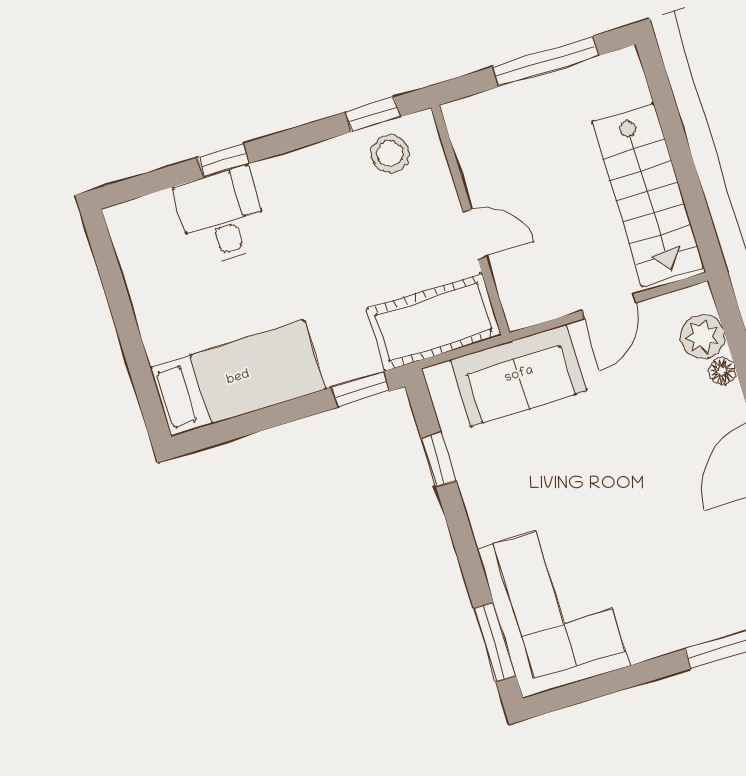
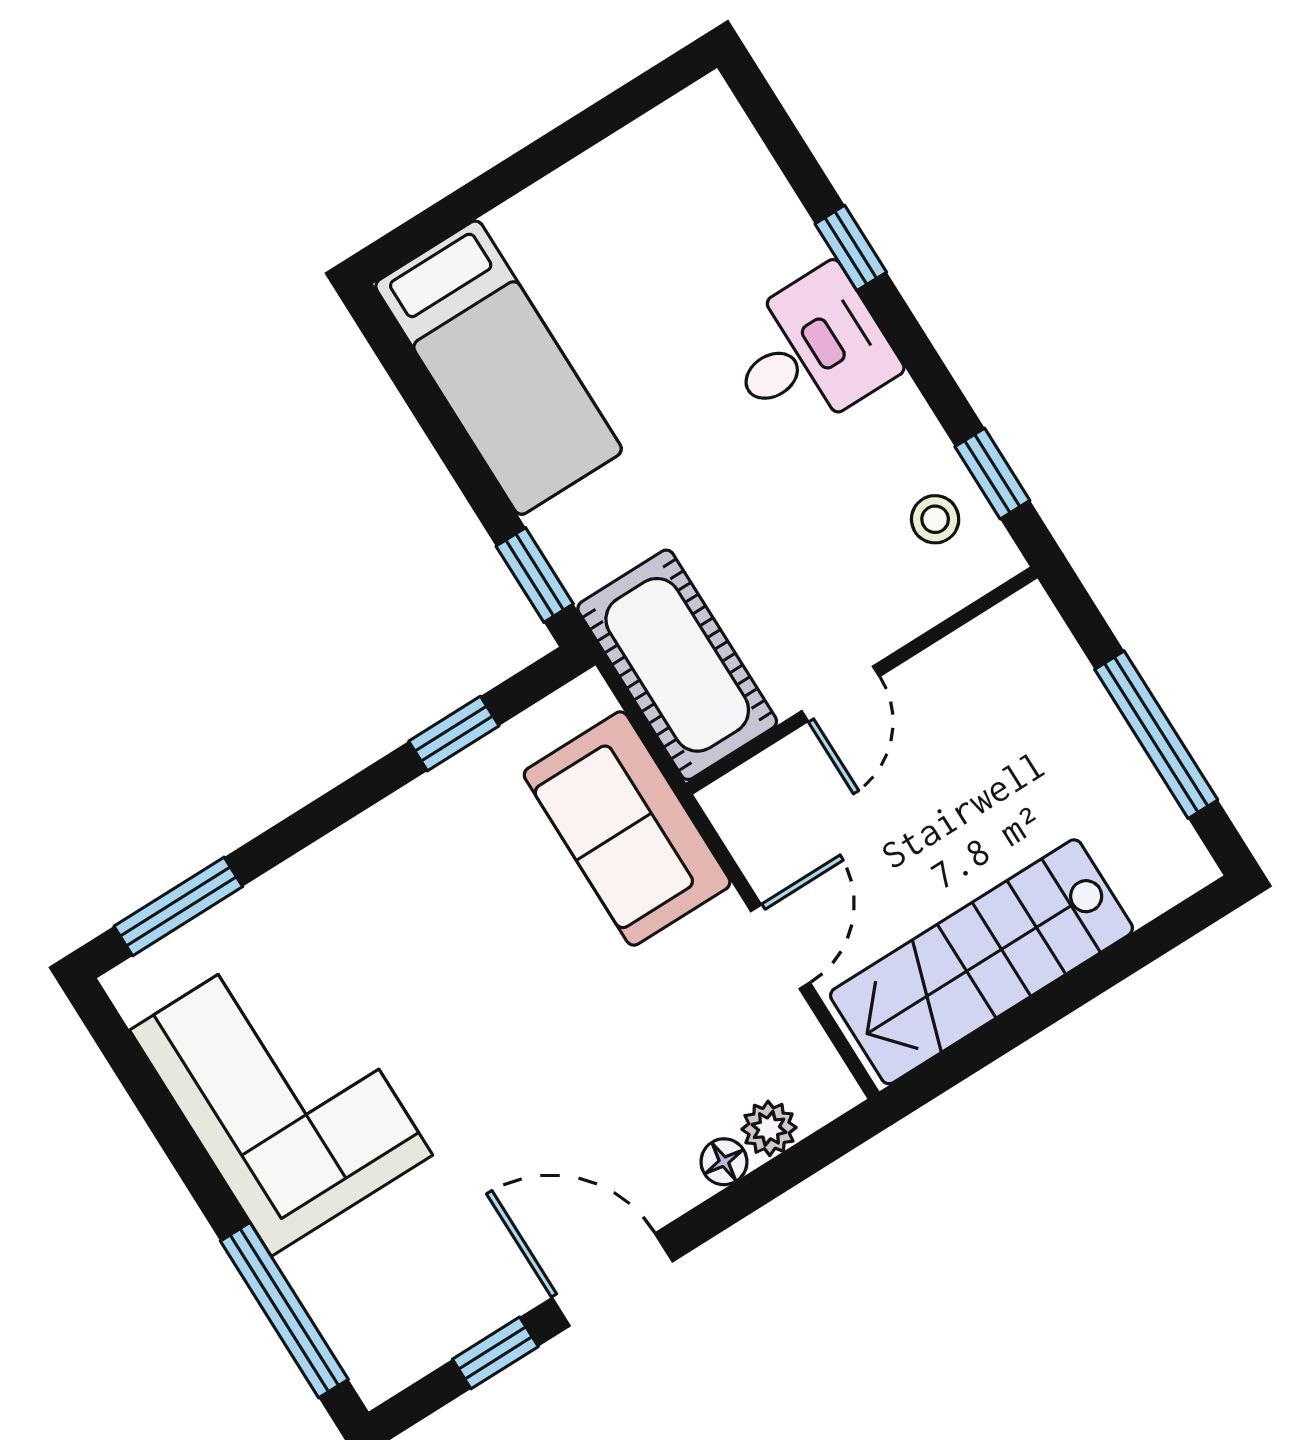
stool: (390, 154) -> (935, 519), width x0.73, depth x0.73
desk: (222, 216) -> (810, 352), moved
door: (609, 307) -> (780, 947), swing flipped
plant: (703, 337) -> (769, 1128), width x0.73, depth x0.73
corner sofa: (553, 607) -> (281, 1093), moved, turned -90

